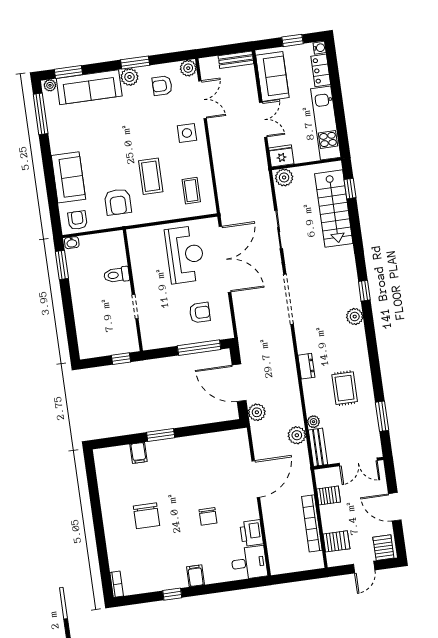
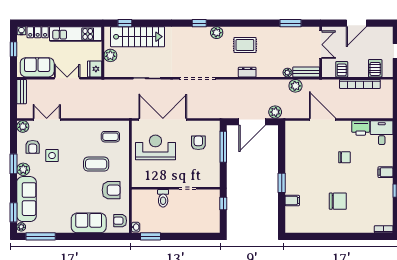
side table: (187, 133) -> (52, 156), moved
plant: (284, 177) -> (110, 55), moved
rug: (345, 388) -> (245, 45), moved
server rack: (383, 548) -> (384, 35), removed

